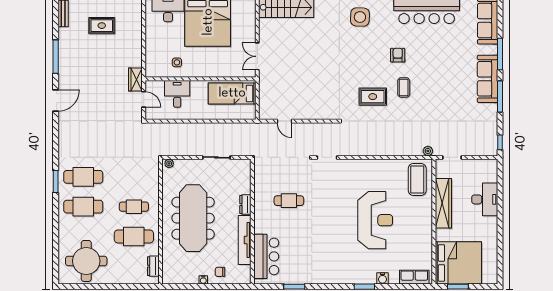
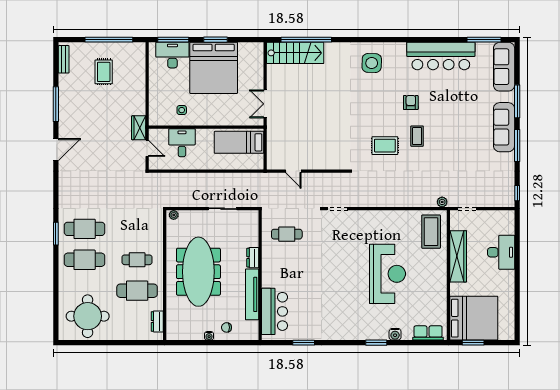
rug: (102, 26) -> (104, 72), turned 90
cafe table: (289, 201) -> (287, 234), moved

